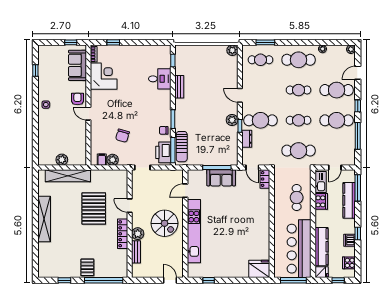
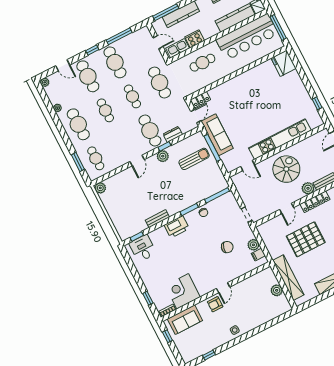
desk: (160, 79) -> (143, 248), moved
sun lounger: (182, 147) -> (194, 159), moved
printer: (163, 152) -> (177, 227), moved
sofa: (221, 178) -> (217, 135), width x1.36

